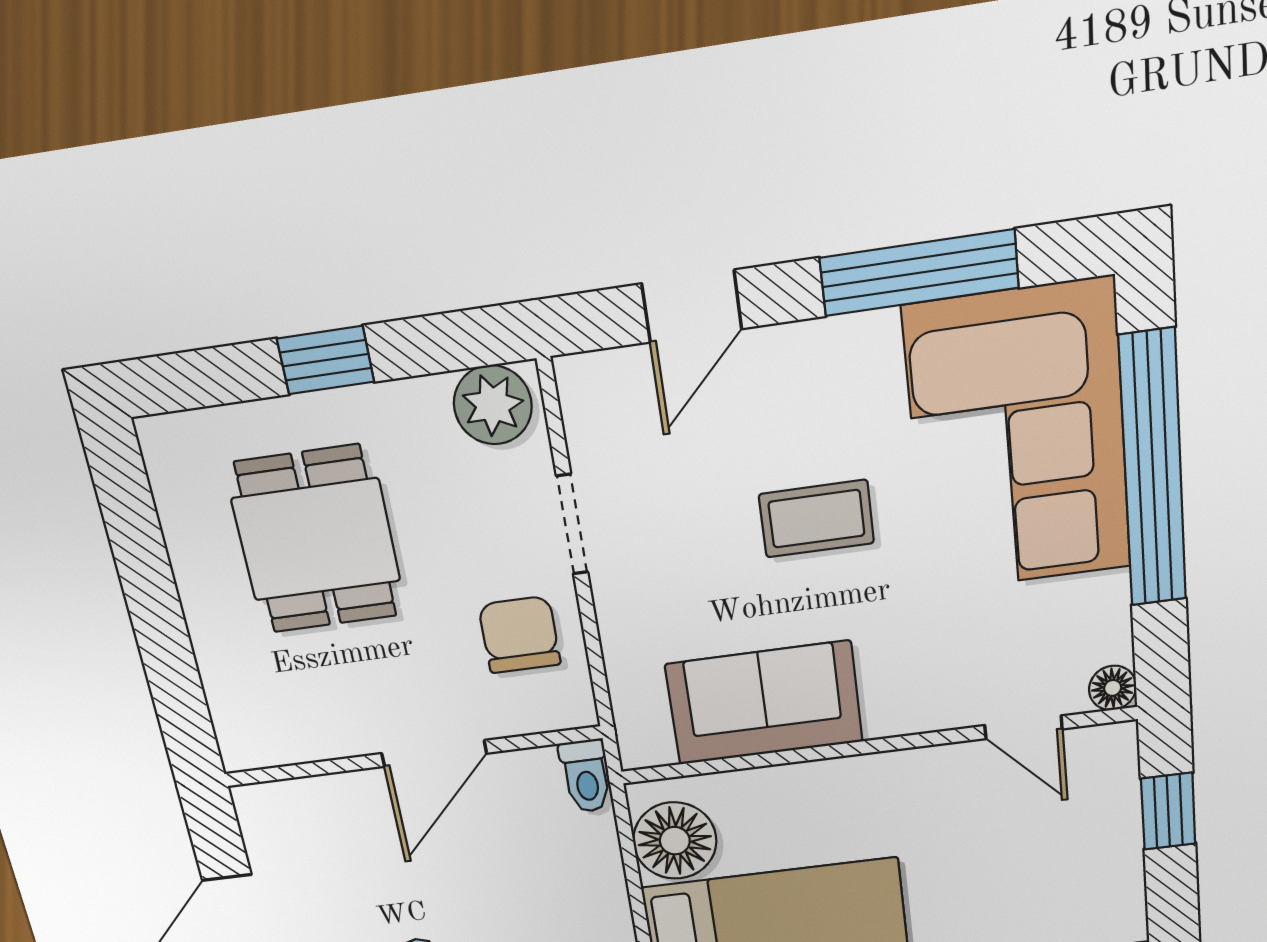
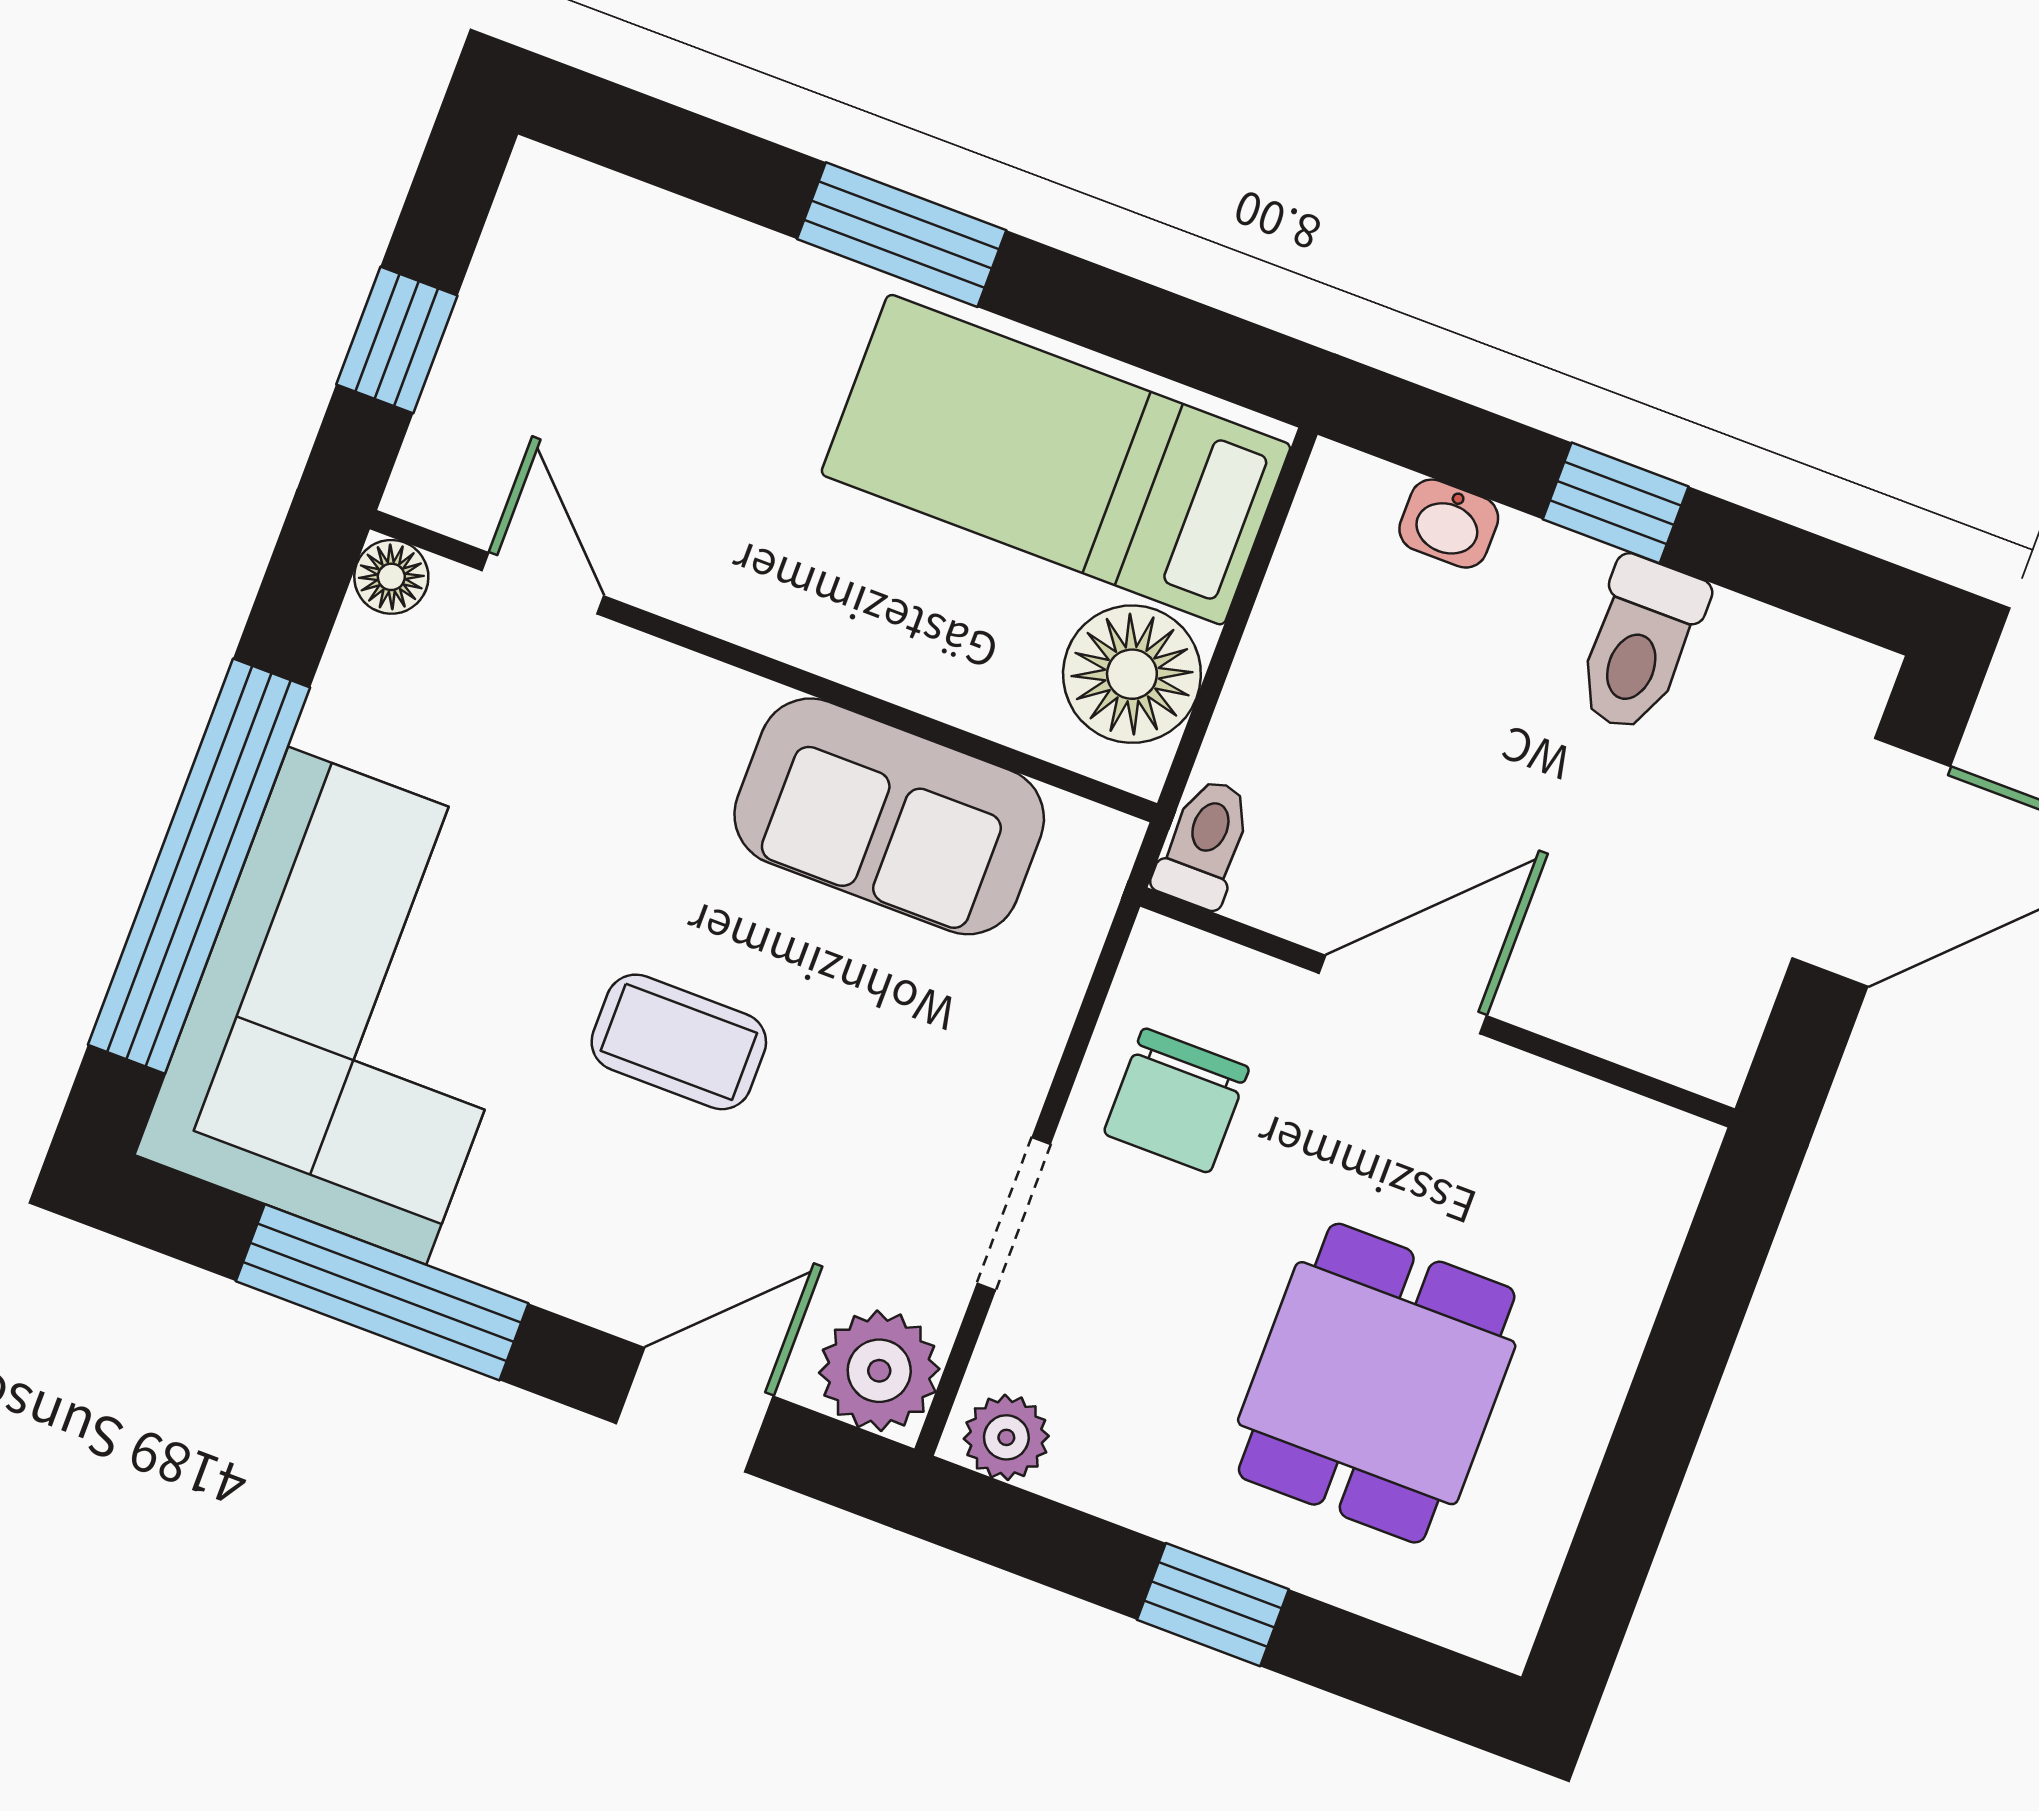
plant: (597, 391) -> (879, 1371), added
plant: (493, 405) -> (1006, 1437), width x0.73, depth x0.73

